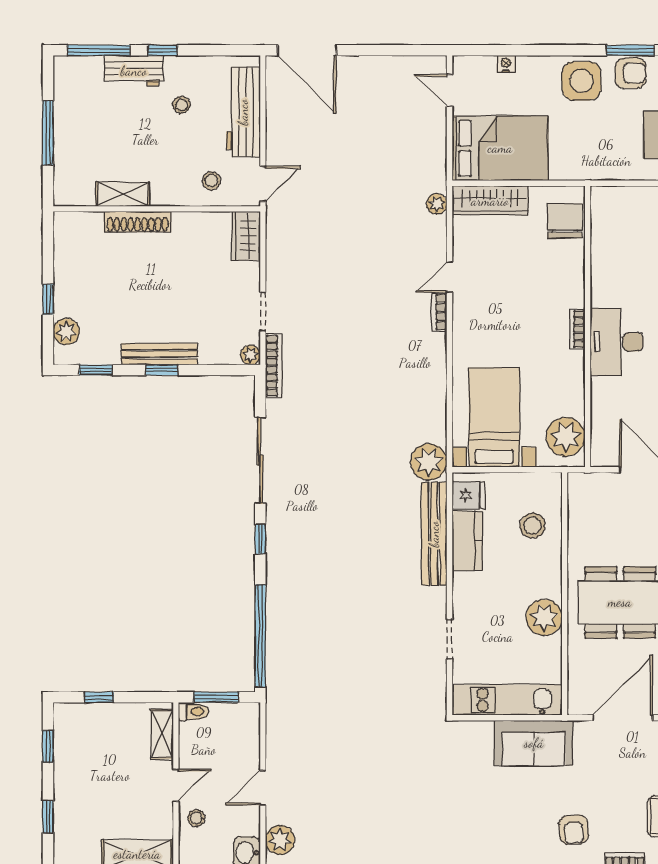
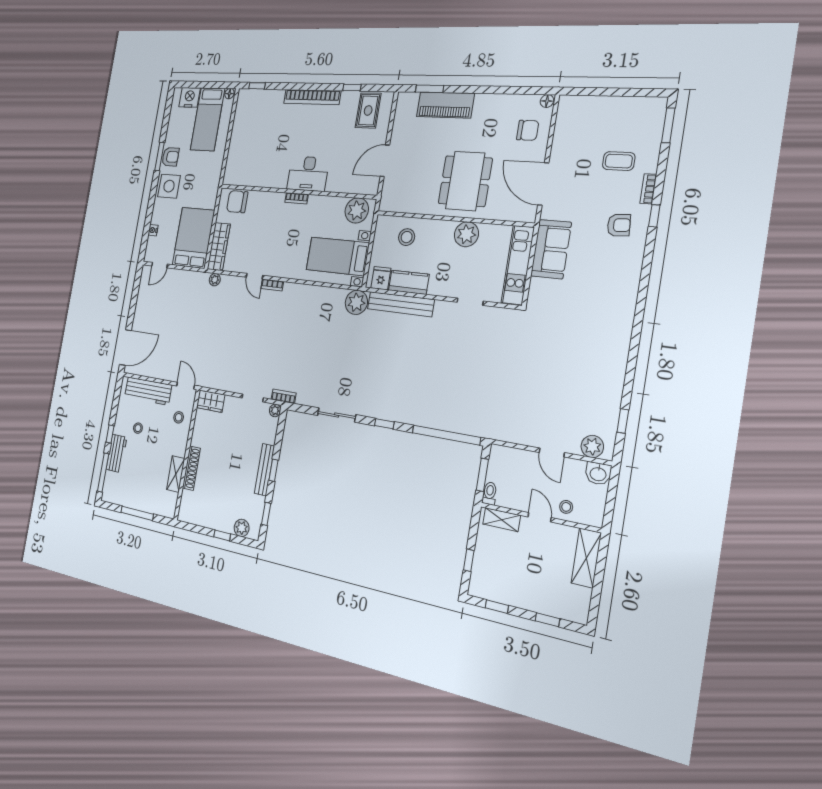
armchair: (631, 73) -> (170, 157), turned 90
bookcase: (274, 366) -> (284, 396), width x0.64
sliding door: (260, 460) -> (337, 415), width x0.73

